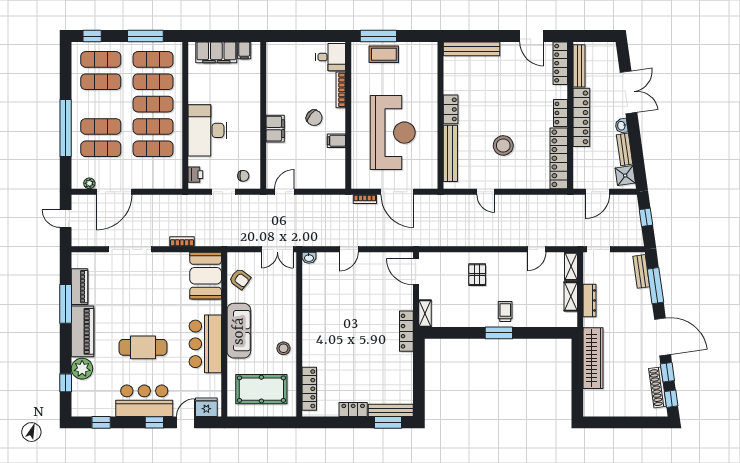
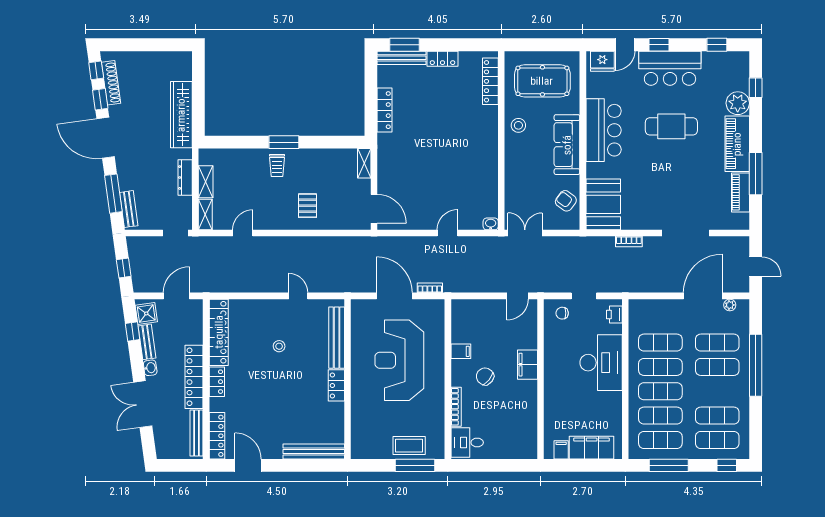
stool: (503, 145) -> (279, 346), width x0.53, depth x0.53
window: (638, 159) -> (133, 331), added
locker: (406, 331) -> (385, 110), moved

